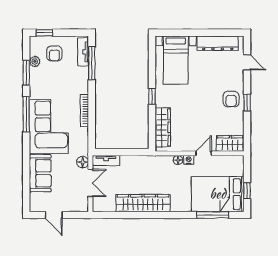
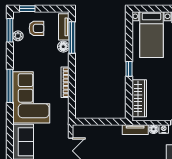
armchair: (54, 54) -> (37, 28), turned -90
window: (26, 73) -> (10, 30), moved
tv unit: (106, 160) -> (135, 130), moved
floor lamp: (83, 162) -> (63, 47), moved

